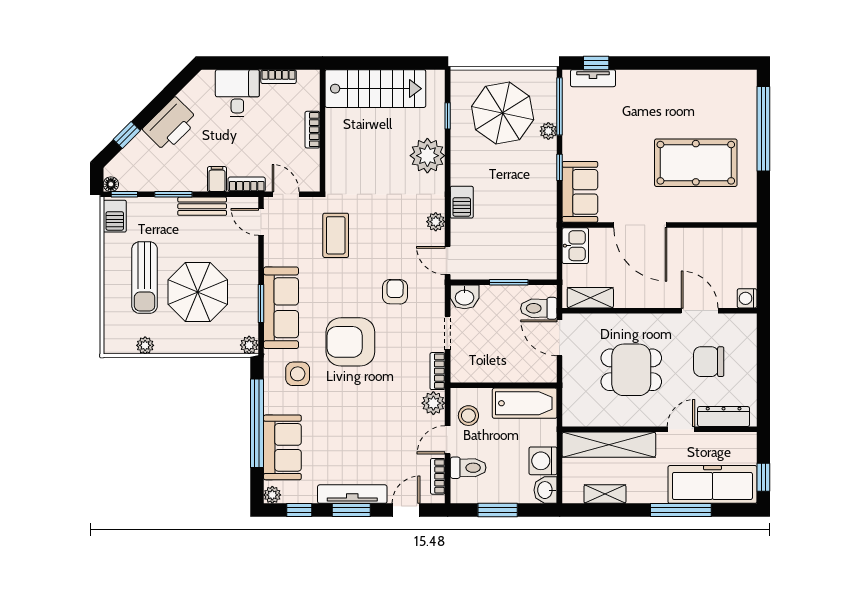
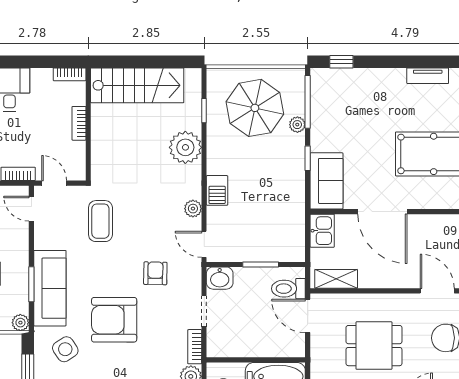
bookcase: (279, 77) -> (70, 74), moved
tv unit: (593, 78) -> (428, 76), moved
side table: (298, 374) -> (65, 349), turned -33

